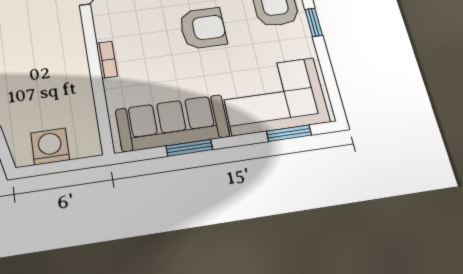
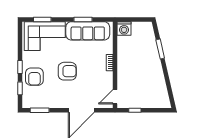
armchair: (203, 28) -> (67, 71), turned 180
washing machine: (50, 146) -> (124, 28), moved

